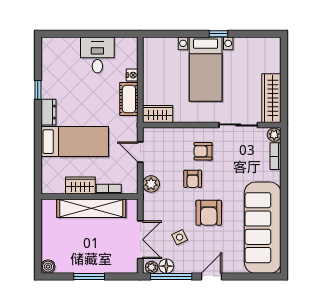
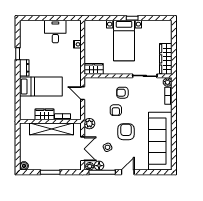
cot: (129, 99) -> (75, 59), removed
plant: (151, 184) -> (89, 124), moved
armchair: (209, 213) -> (126, 132), turned 180

